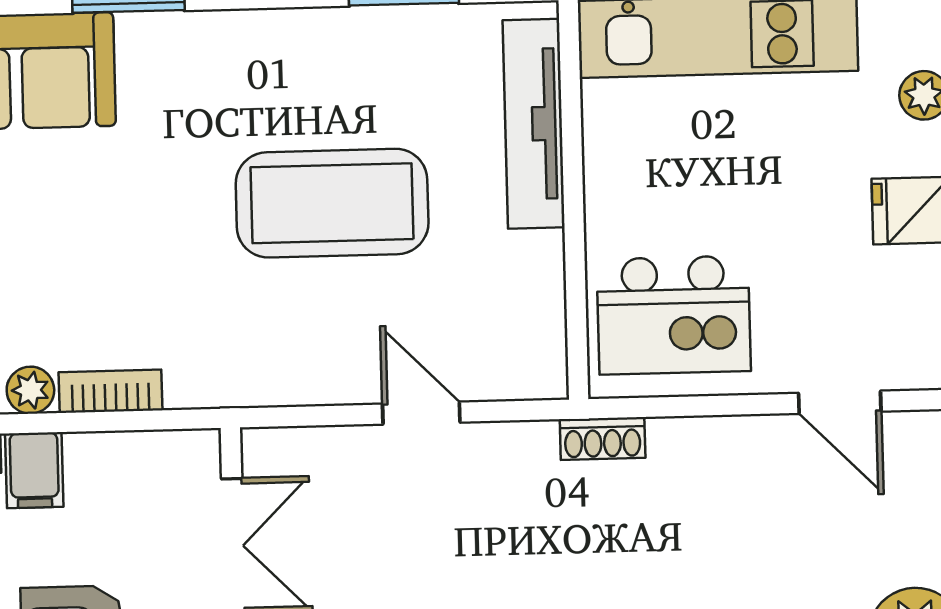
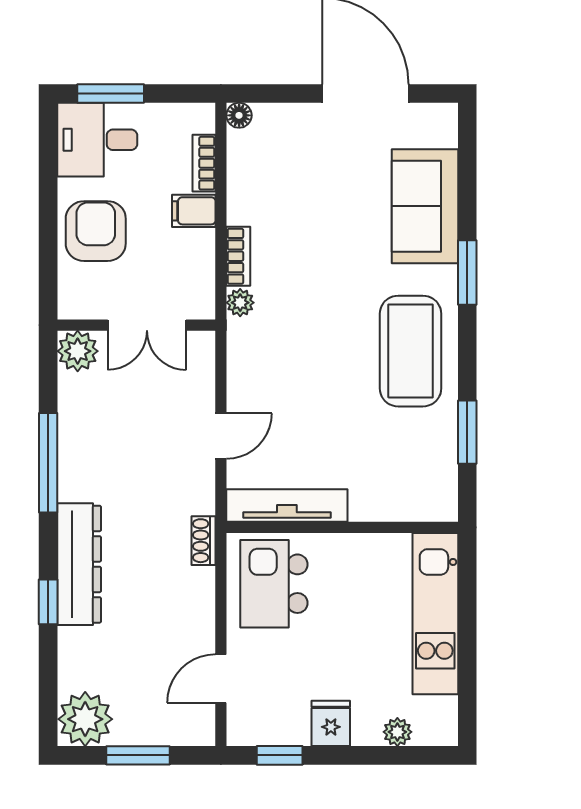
tv unit: (534, 124) -> (287, 505), moved
coffee table: (332, 203) -> (411, 351), moved
plant: (30, 390) -> (240, 303), moved

